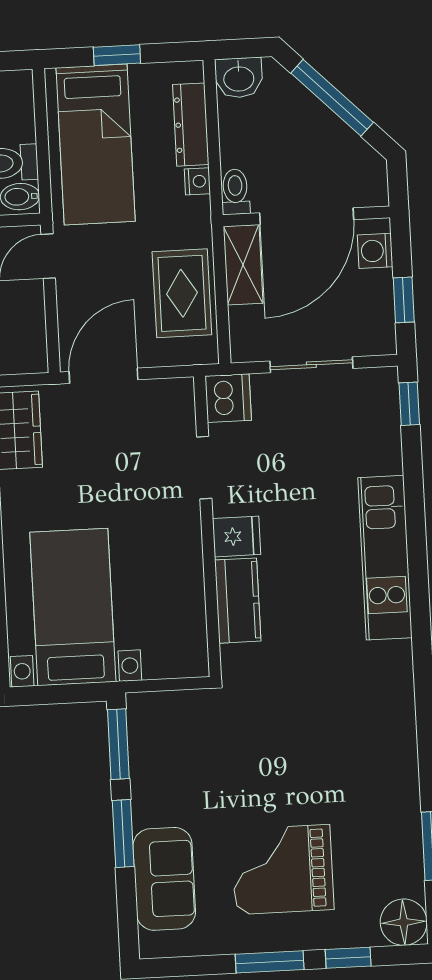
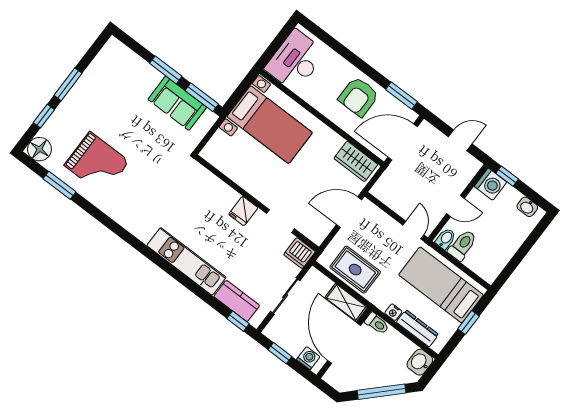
door: (103, 376) -> (349, 212), swing flipped
kitchen counter: (238, 601) -> (237, 301), moved, turned 180
grand piano: (283, 869) -> (97, 163), moved, turned 90
sofa: (164, 879) -> (177, 103), moved

